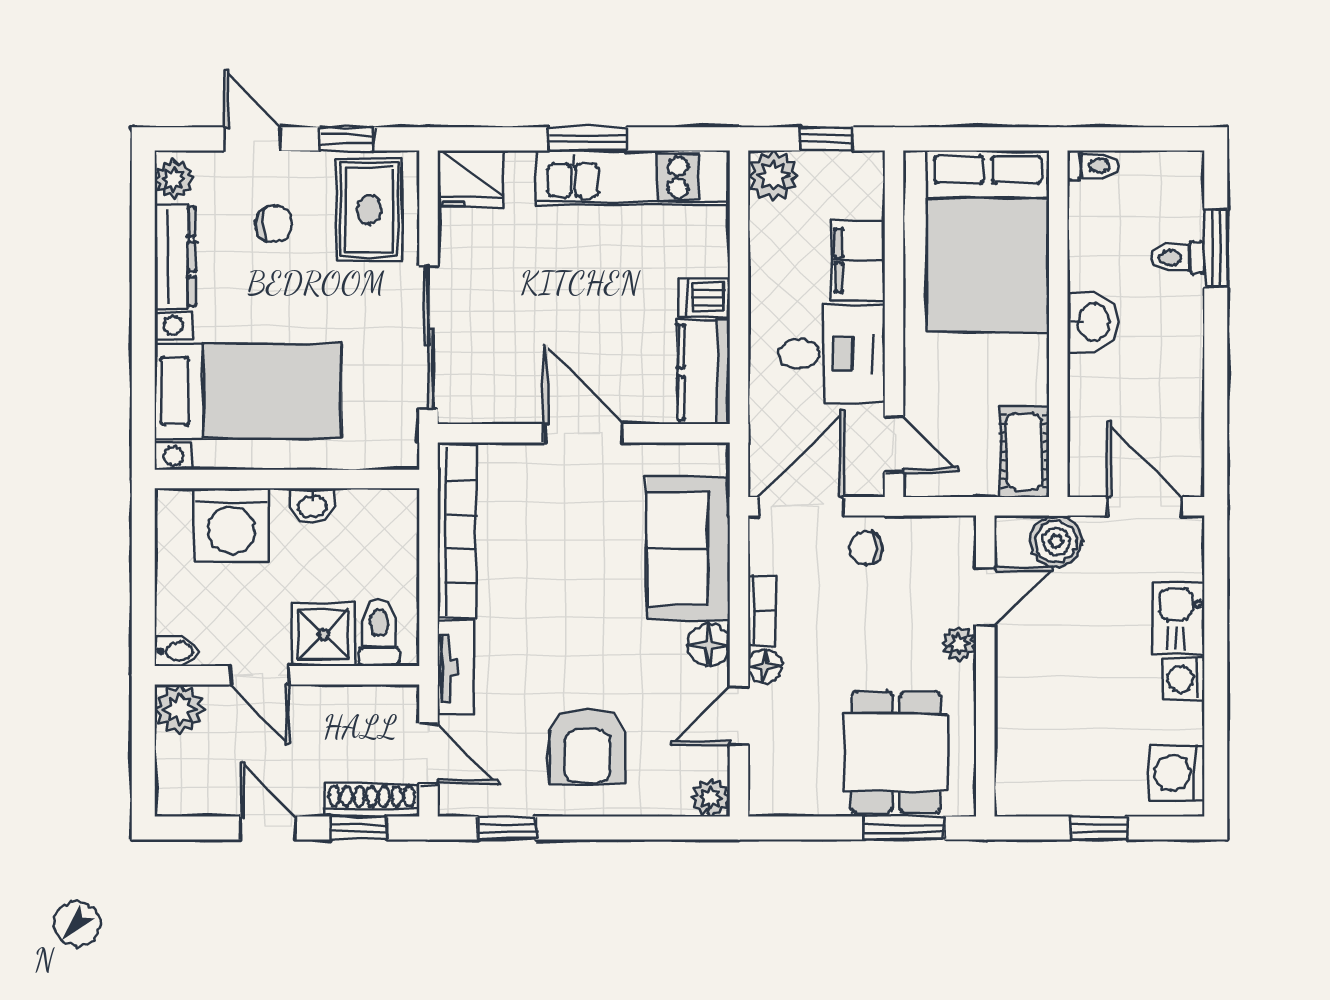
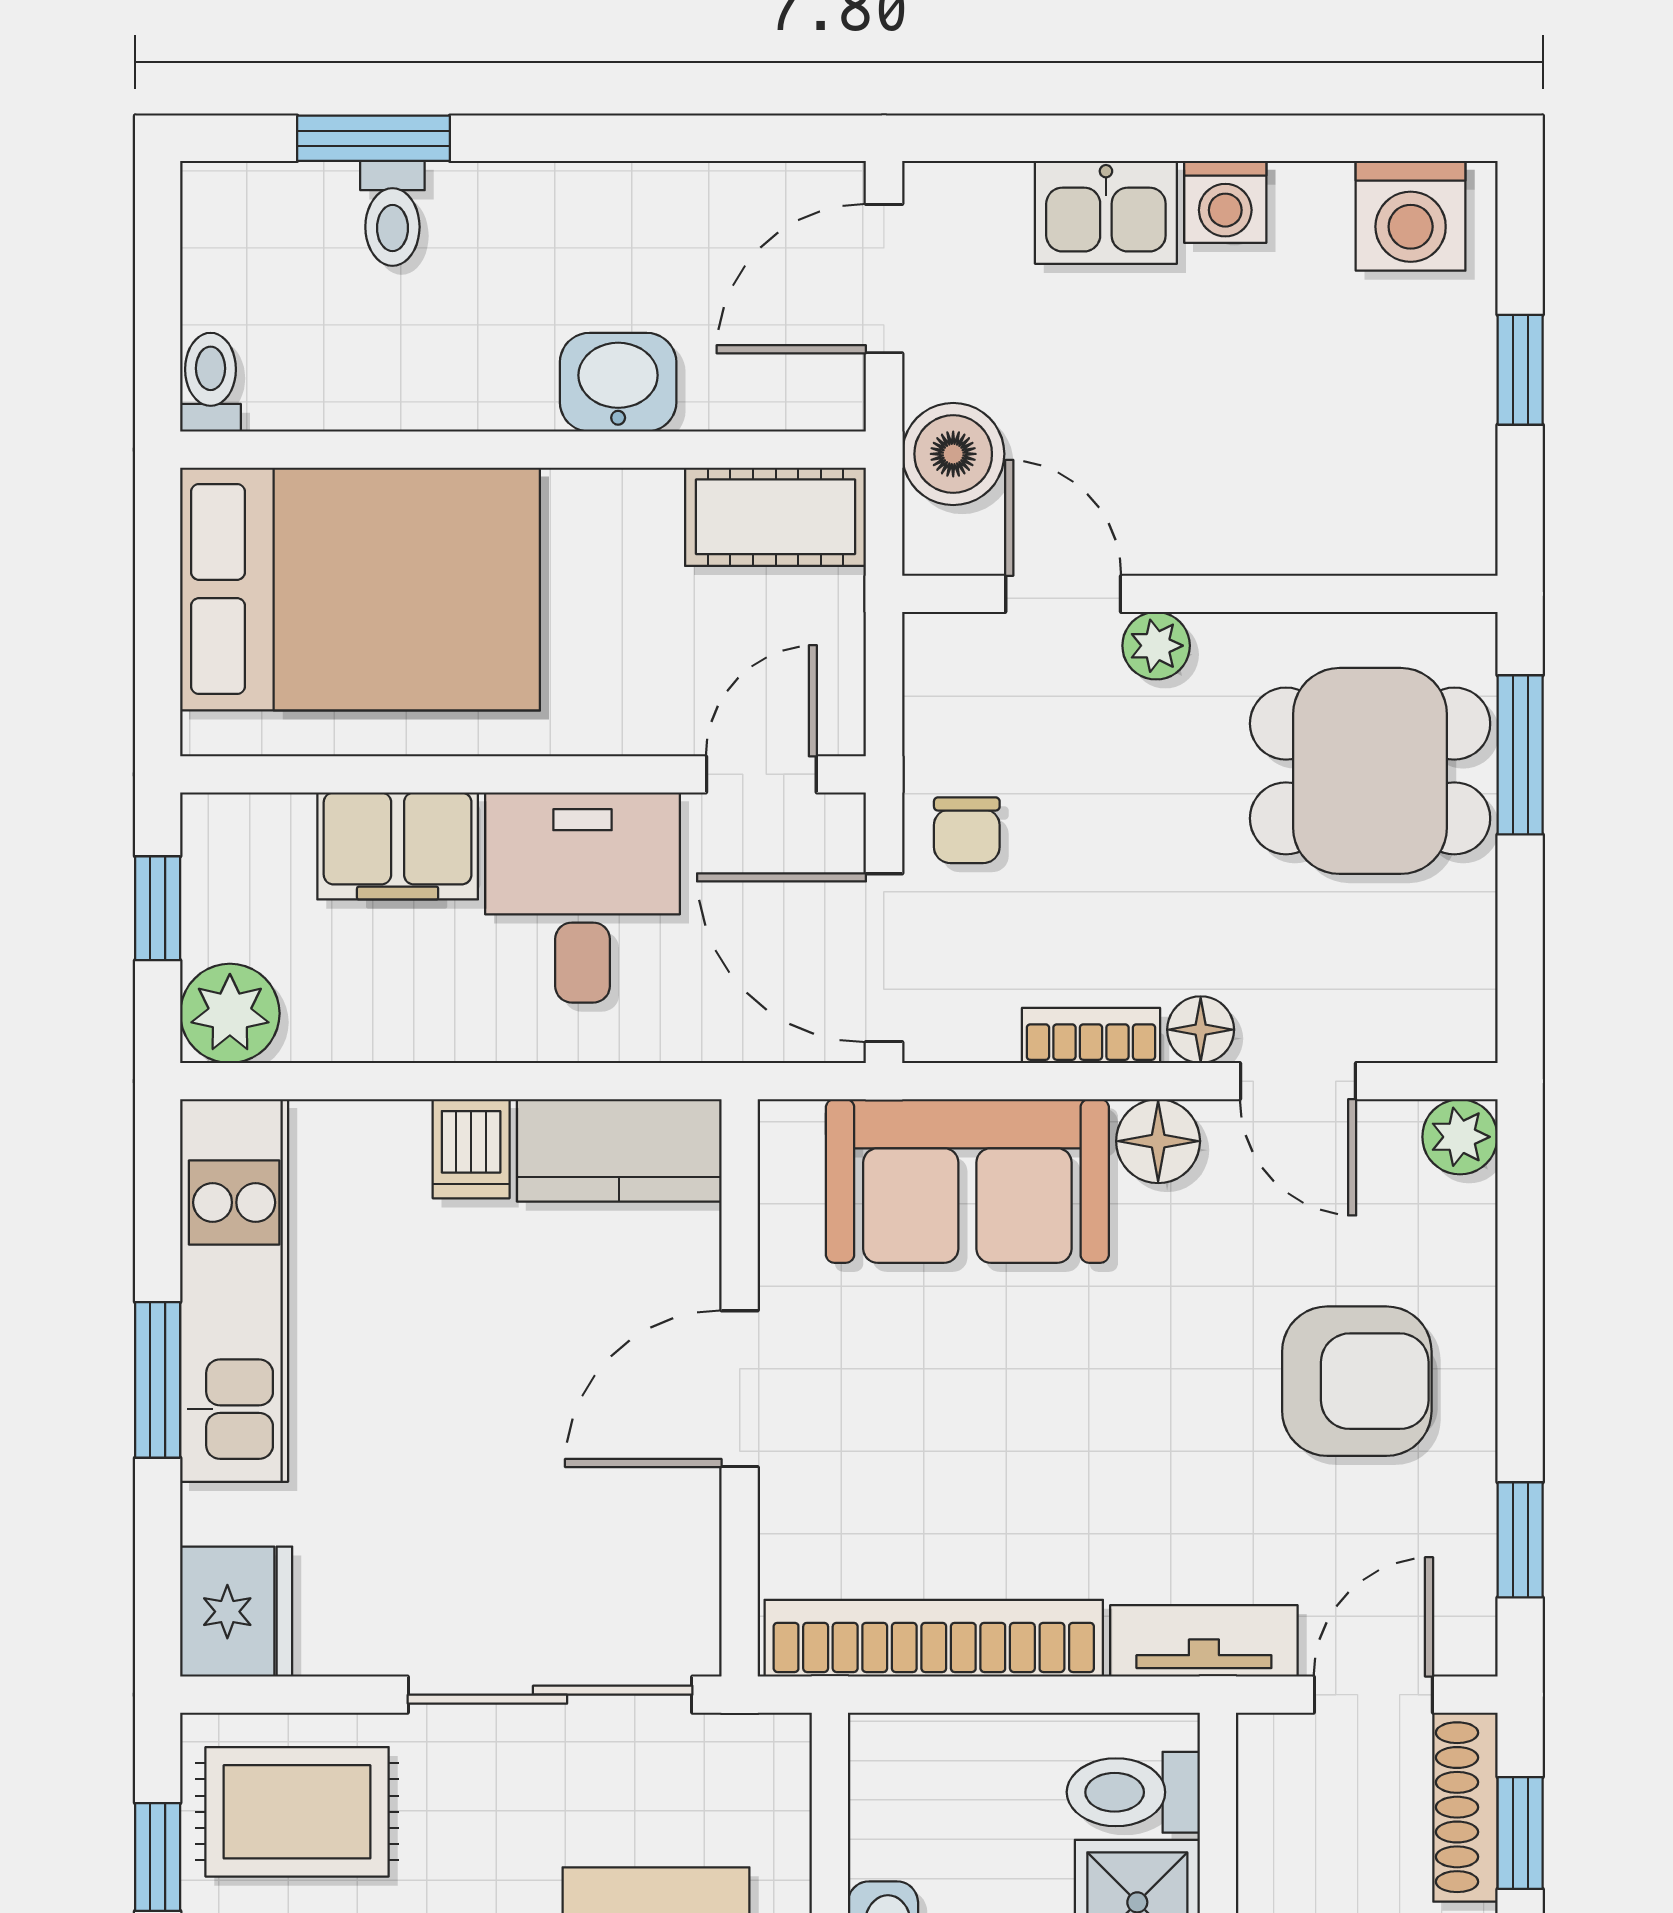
washbasin: (1092, 322) -> (618, 382), moved

